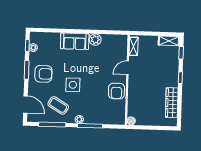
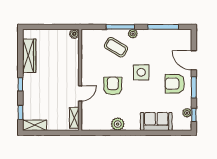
sofa: (75, 41) -> (156, 121), moved
armchair: (116, 91) -> (113, 86), moved
door: (25, 104) -> (194, 60), moved
coffee table: (58, 105) -> (116, 47), moved

